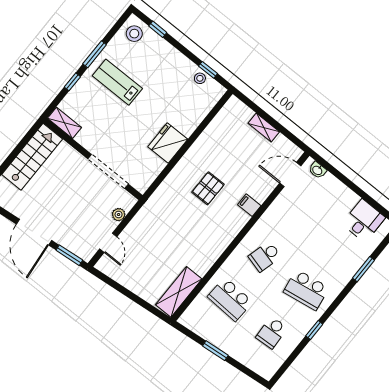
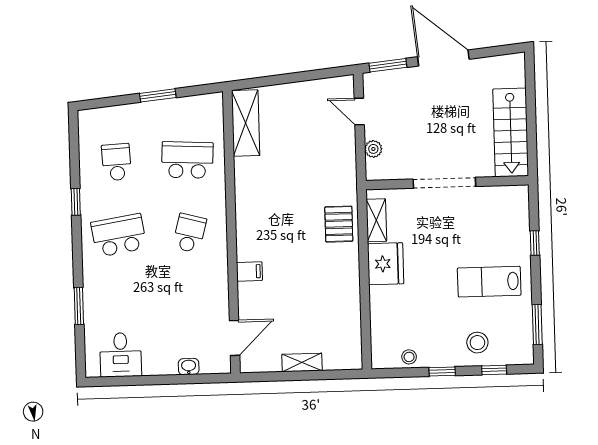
stool: (134, 34) -> (477, 343), moved
window: (95, 54) -> (537, 324), moved
window: (208, 70) -> (442, 371), moved
lab bench: (117, 82) -> (489, 282), turned 180
shelving: (65, 123) -> (376, 220), moved, turned 90
washbasin: (317, 170) -> (189, 367), moved
doorway: (108, 171) -> (444, 183), moved
pallet: (208, 188) -> (339, 224), moved

